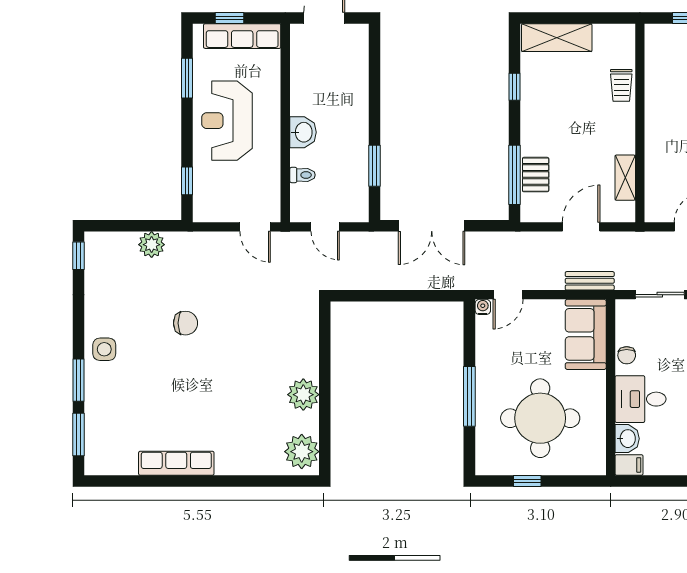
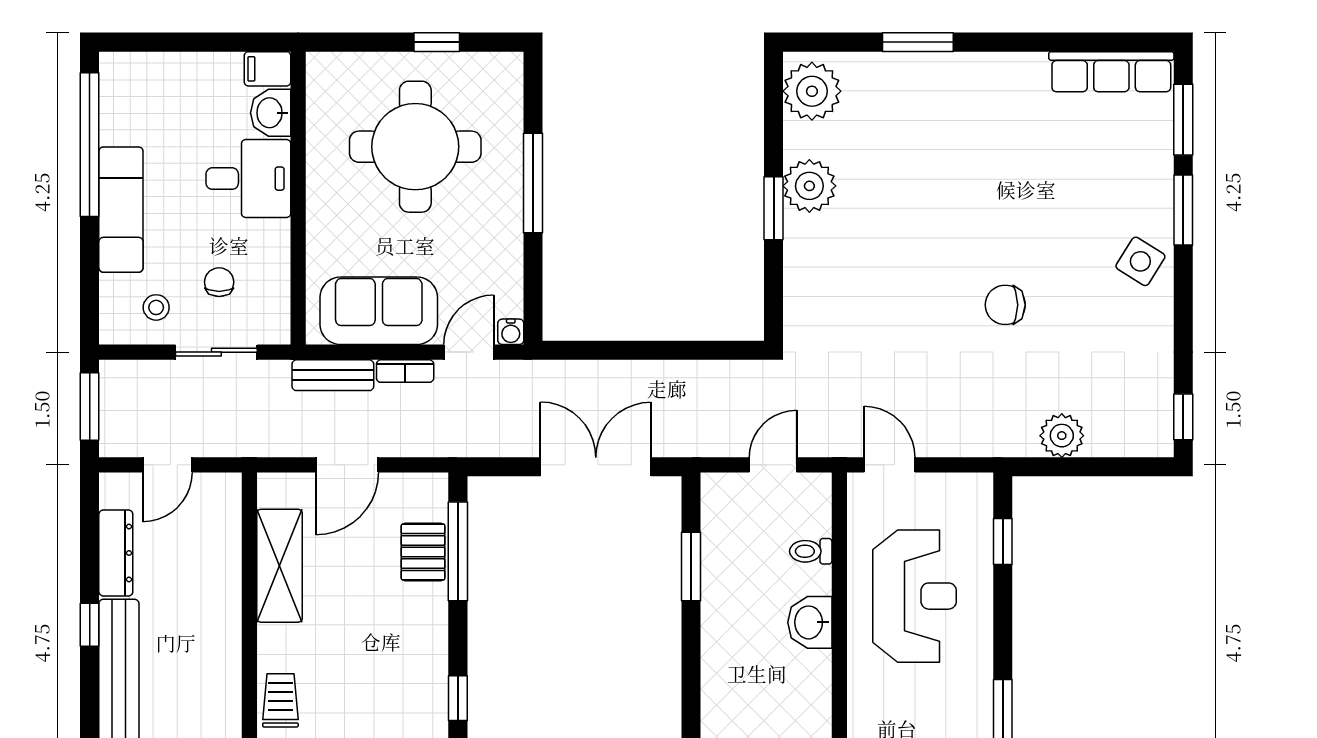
reception desk: (227, 121) -> (914, 596), moved
shelving: (625, 178) -> (279, 566), width x1.50, depth x1.33
door: (325, 227) -> (773, 465), hinge flipped
bookcase: (546, 283) -> (405, 371), added
sofa: (586, 334) -> (379, 311), moved, turned -90
side table: (104, 349) -> (1140, 261), turned 32
chair: (627, 355) -> (219, 282), moved
window: (325, 381) -> (774, 208), added
row of seats: (176, 463) -> (1111, 72), moved
window: (238, 481) -> (918, 42), added

